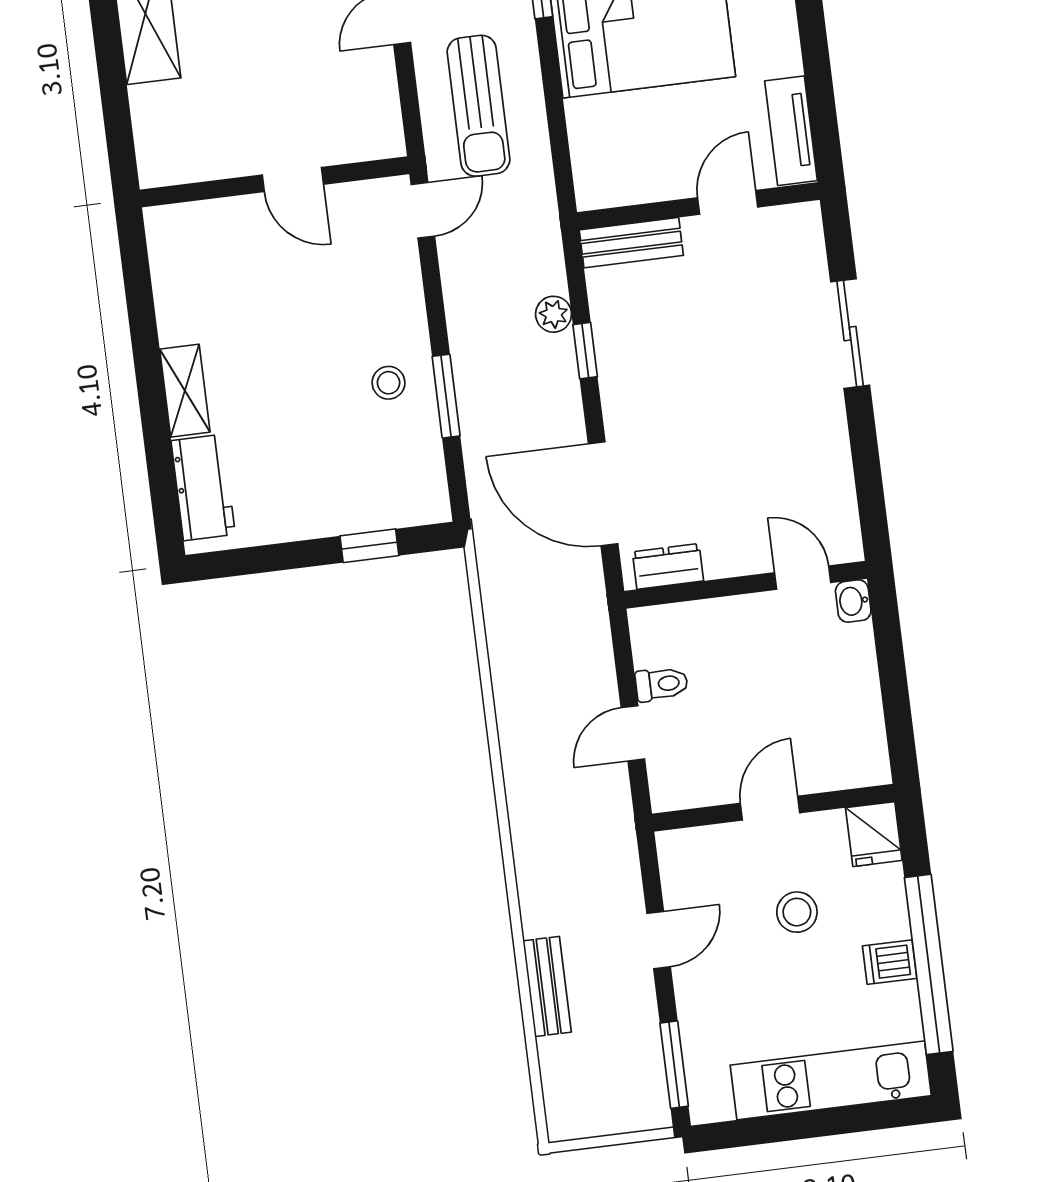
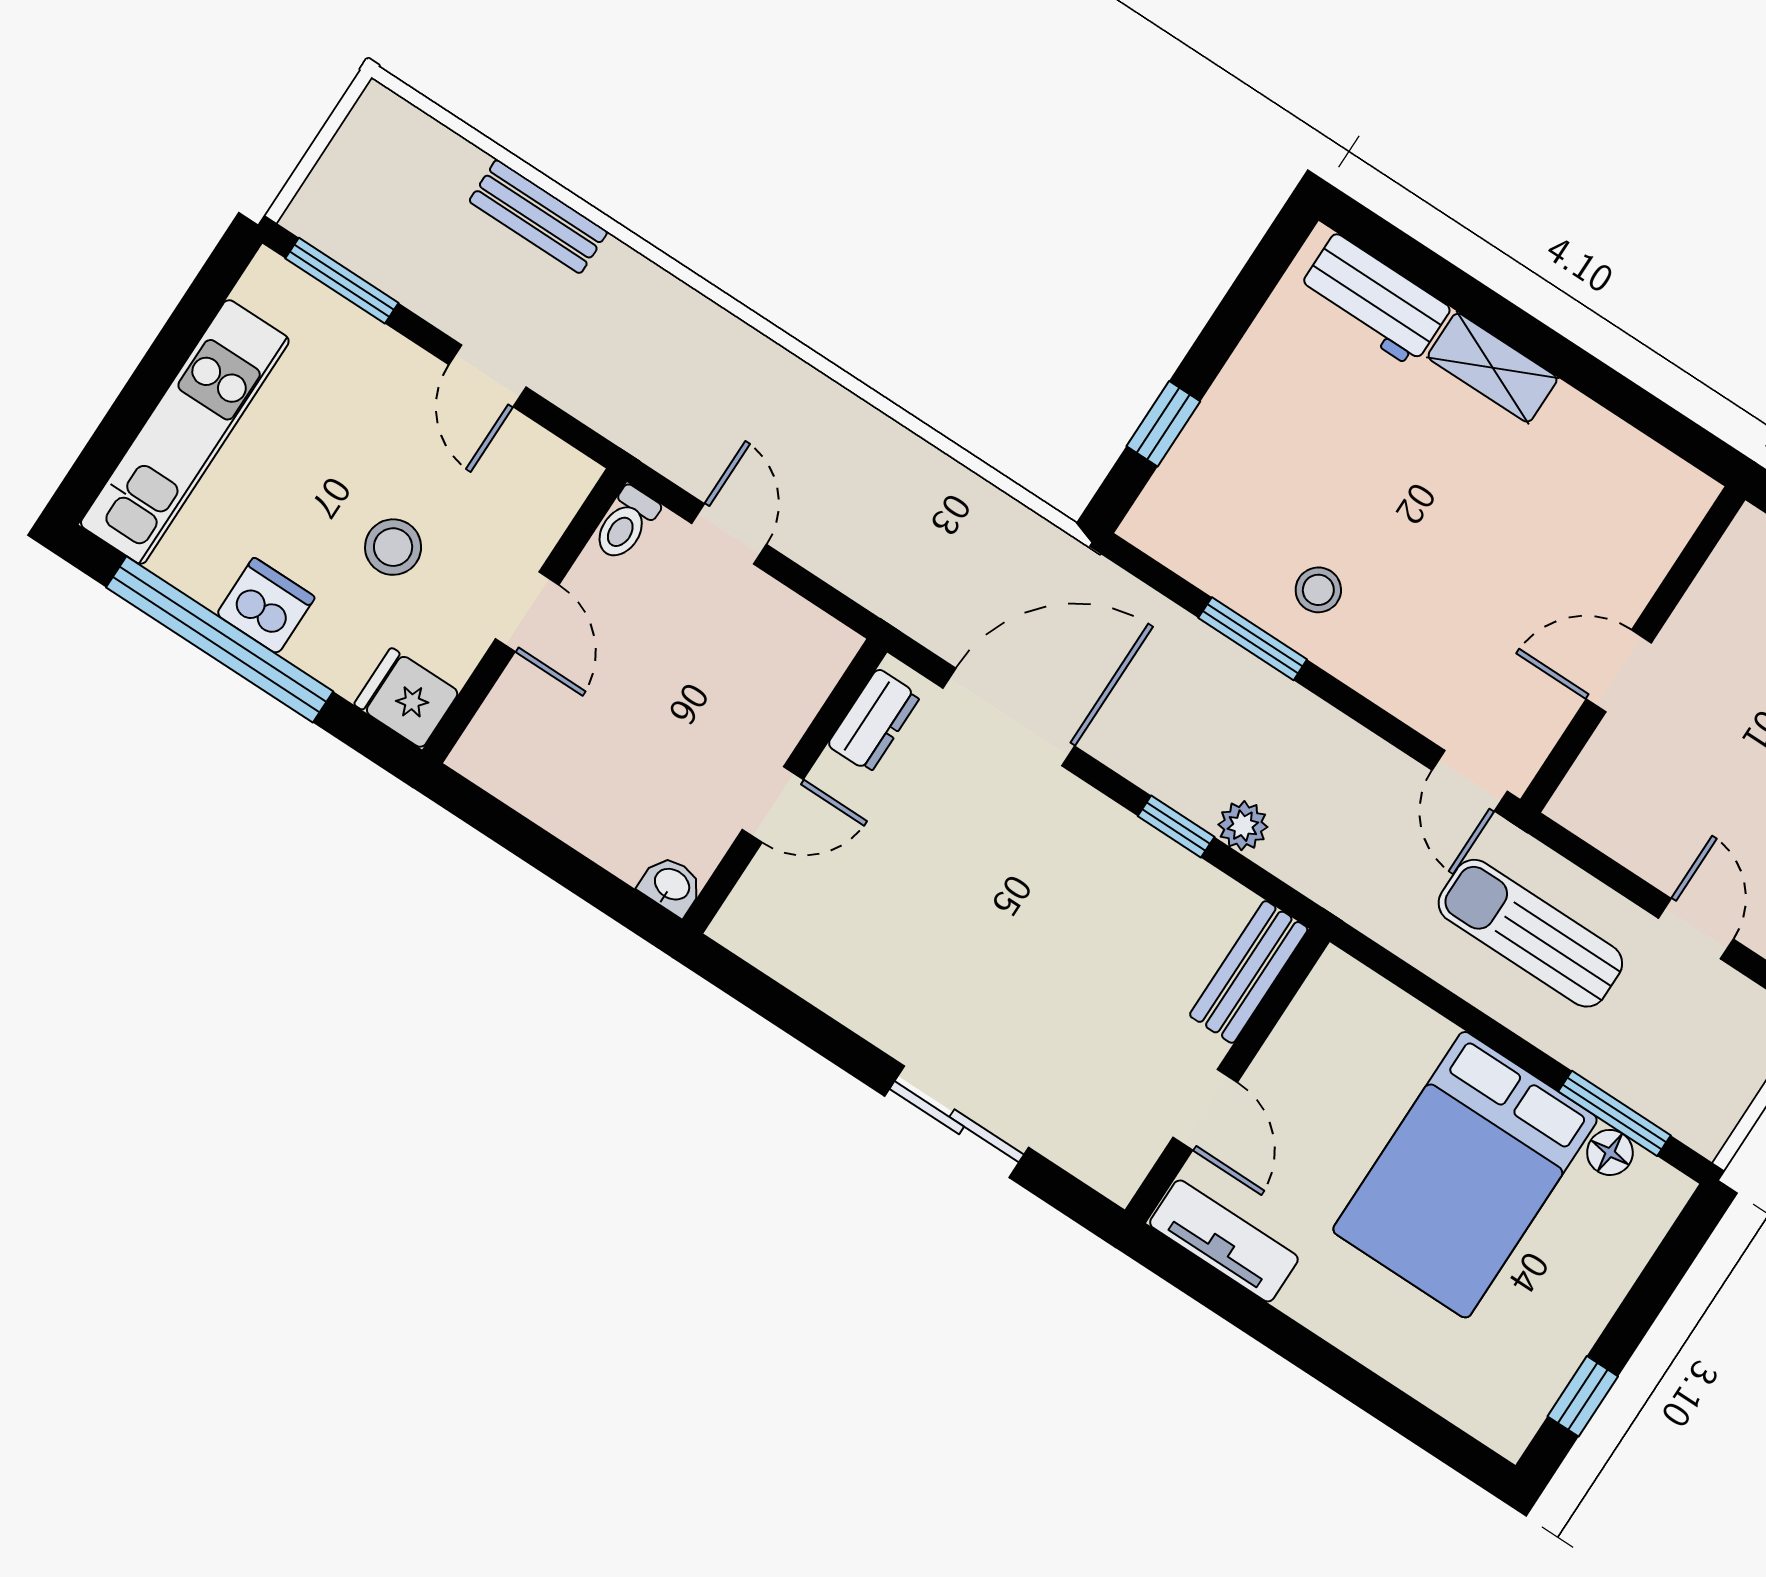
door: (803, 578) -> (773, 805), moved
toilet: (662, 684) -> (626, 524), moved
dishwasher: (890, 962) -> (266, 606), width x1.38

